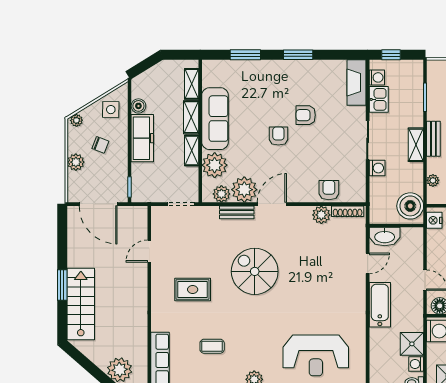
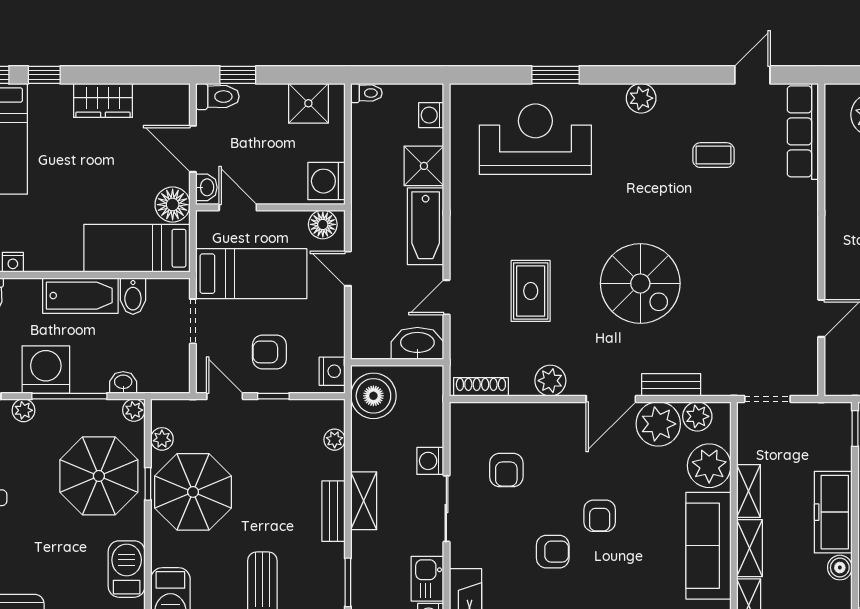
armchair: (329, 190) -> (506, 470), moved
plant: (321, 215) -> (550, 381), moved
rug: (193, 290) -> (531, 291), moved, turned 90
shower: (412, 344) -> (424, 166), moved
washing machine: (416, 364) -> (431, 115), moved, turned 180

